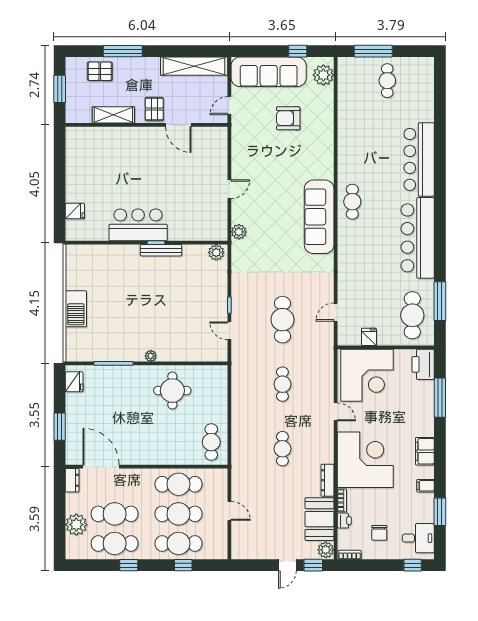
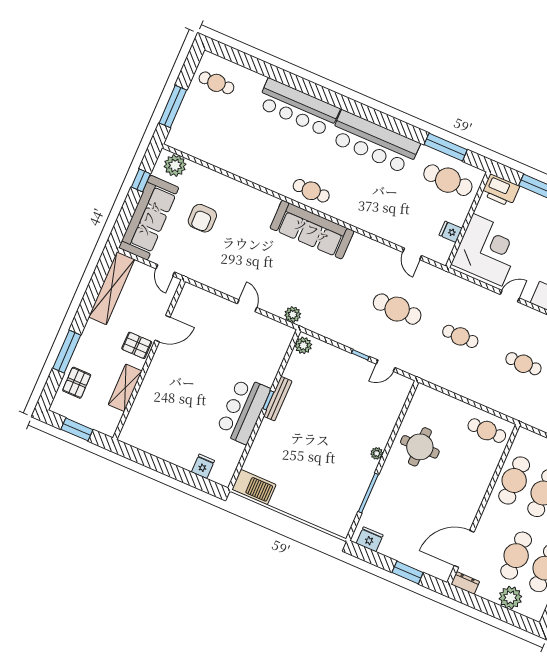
cafe table: (387, 81) -> (216, 83), moved
barbecue: (76, 309) -> (254, 487), moved

